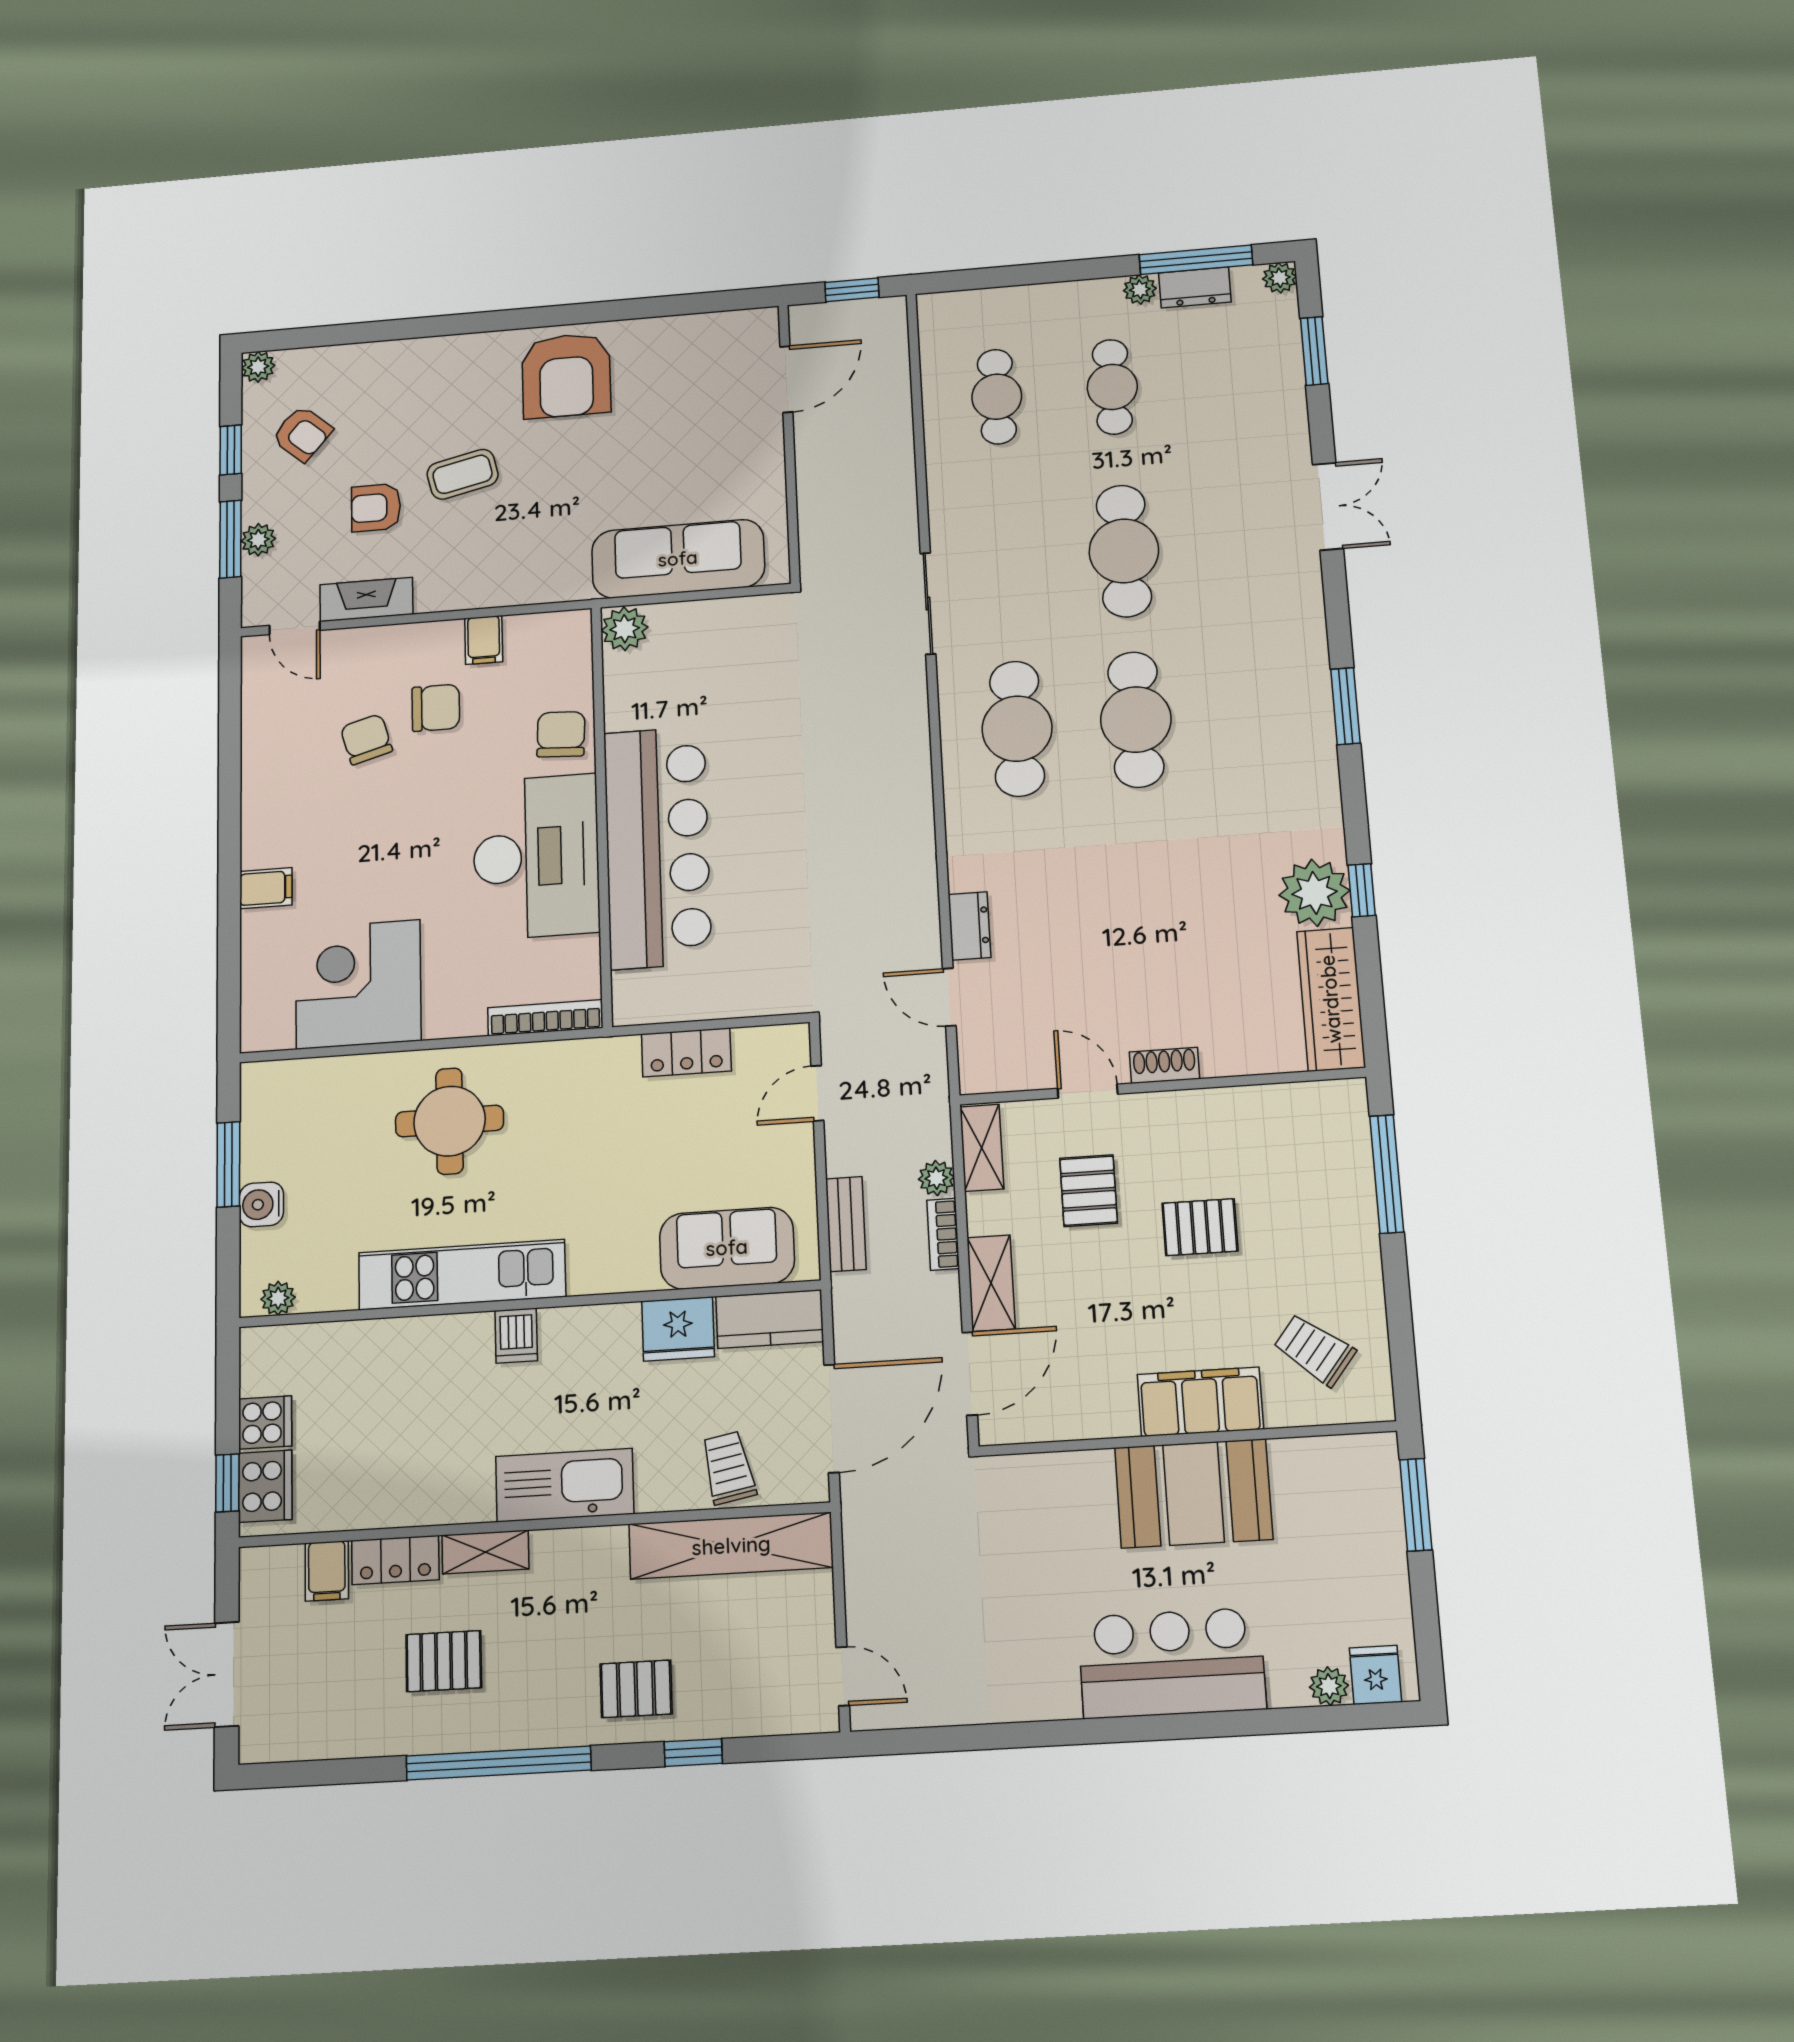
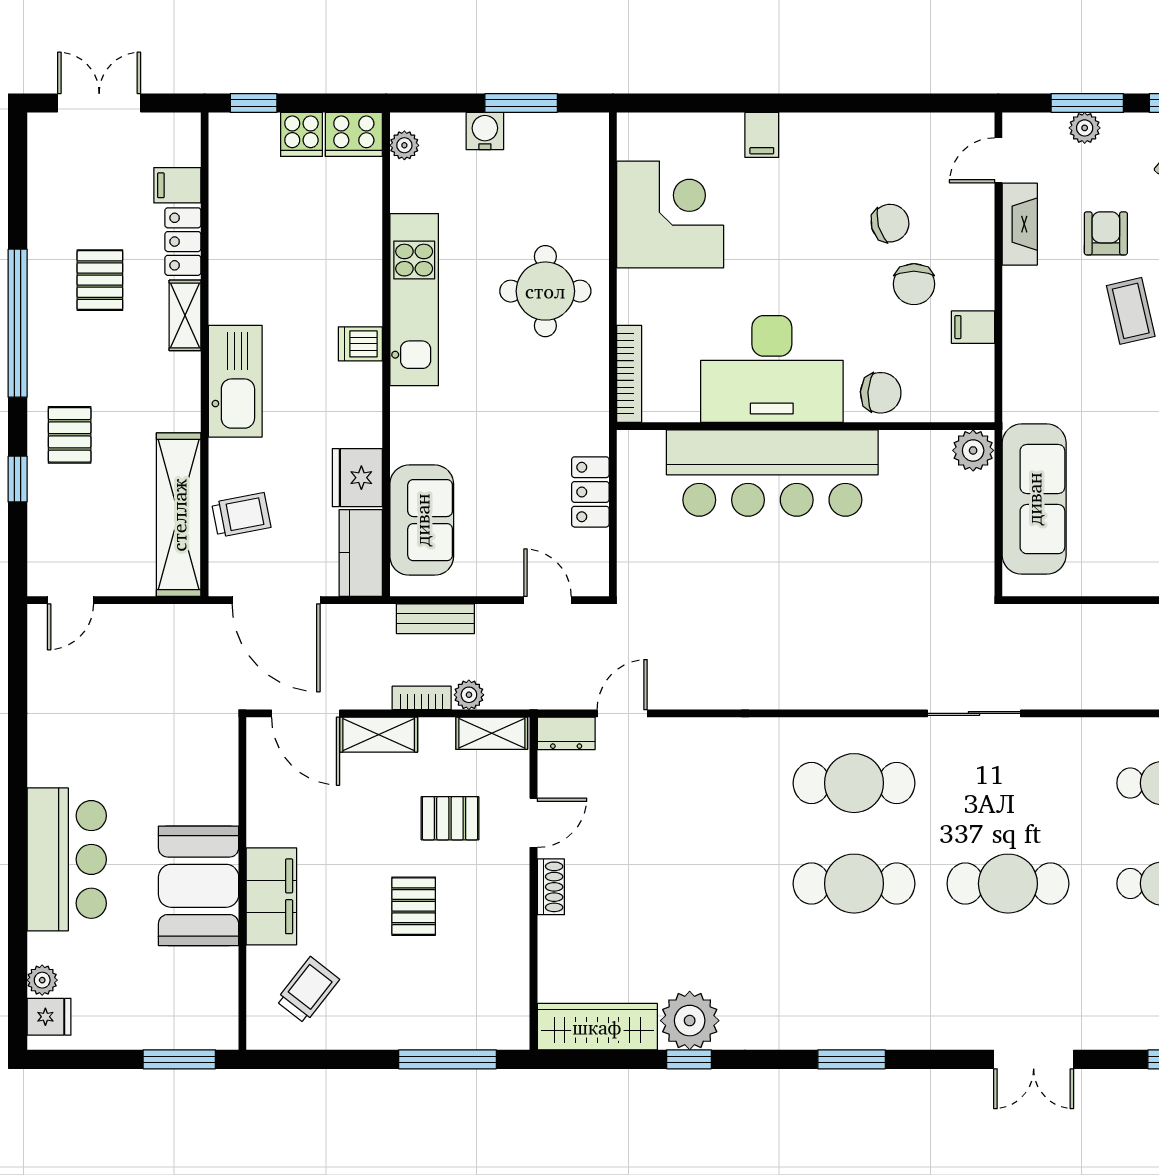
dresser: (969, 926) -> (566, 733), moved
cooker: (265, 1486) -> (354, 134), moved

